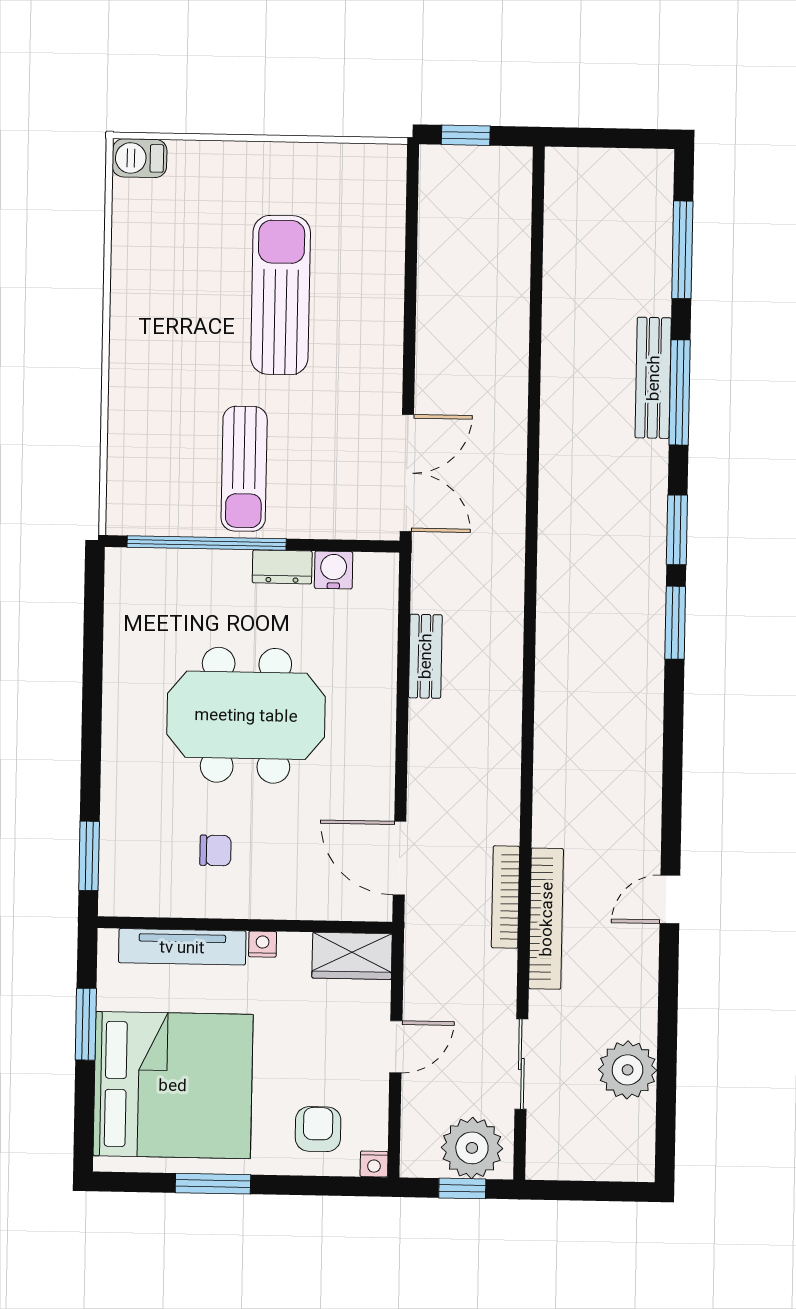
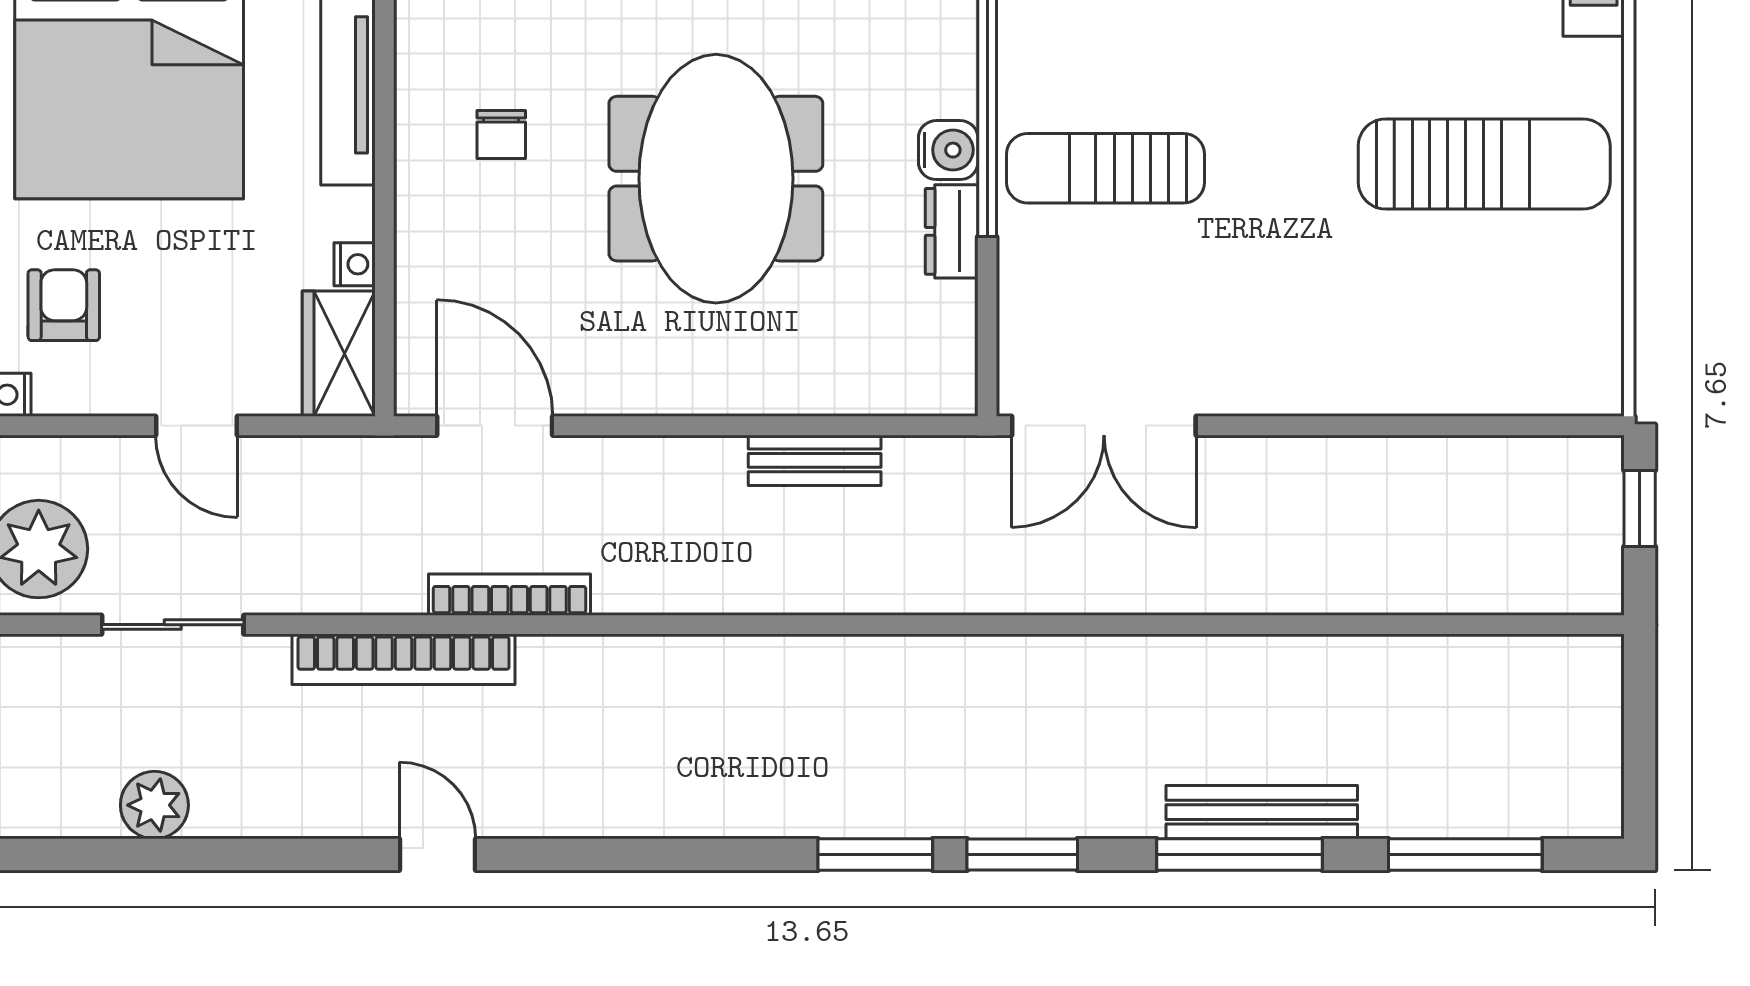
sun lounger: (281, 295) -> (1484, 164), moved
water cooler: (334, 570) -> (948, 150), moved
door: (400, 858) -> (495, 426), hinge flipped
bookcase: (506, 897) -> (510, 595), moved
nightstand: (263, 944) -> (355, 264), moved
plant: (628, 1070) -> (154, 805), width x0.73, depth x0.73
armchair: (318, 1129) -> (64, 305), turned -90

